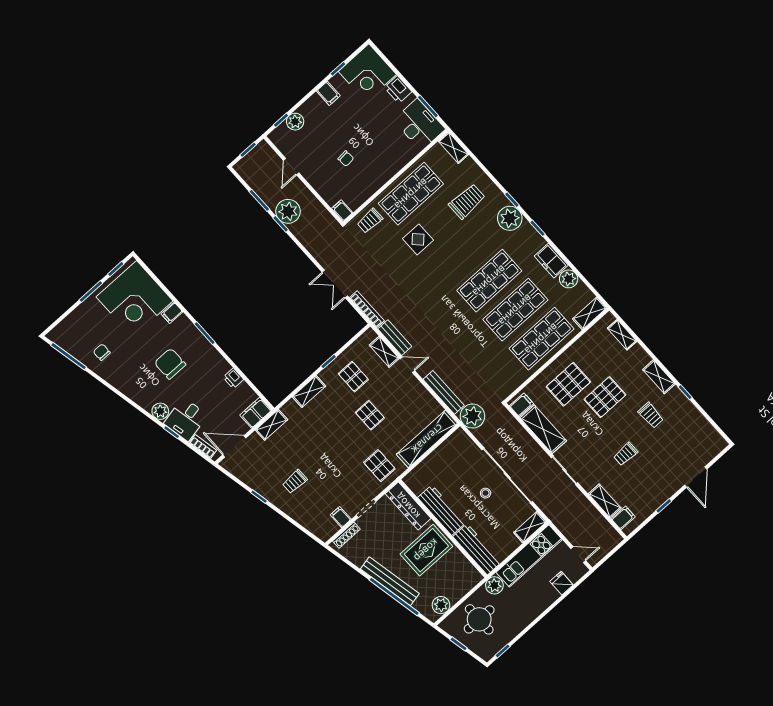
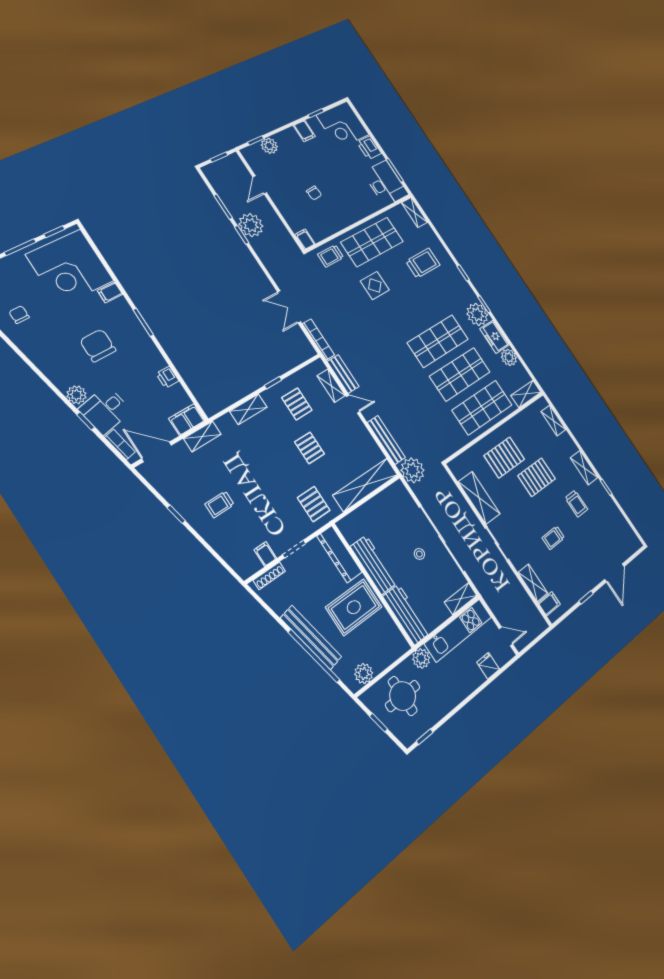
plant: (510, 218) -> (477, 314), moved
filing cabinet: (522, 405) -> (460, 469), removed

